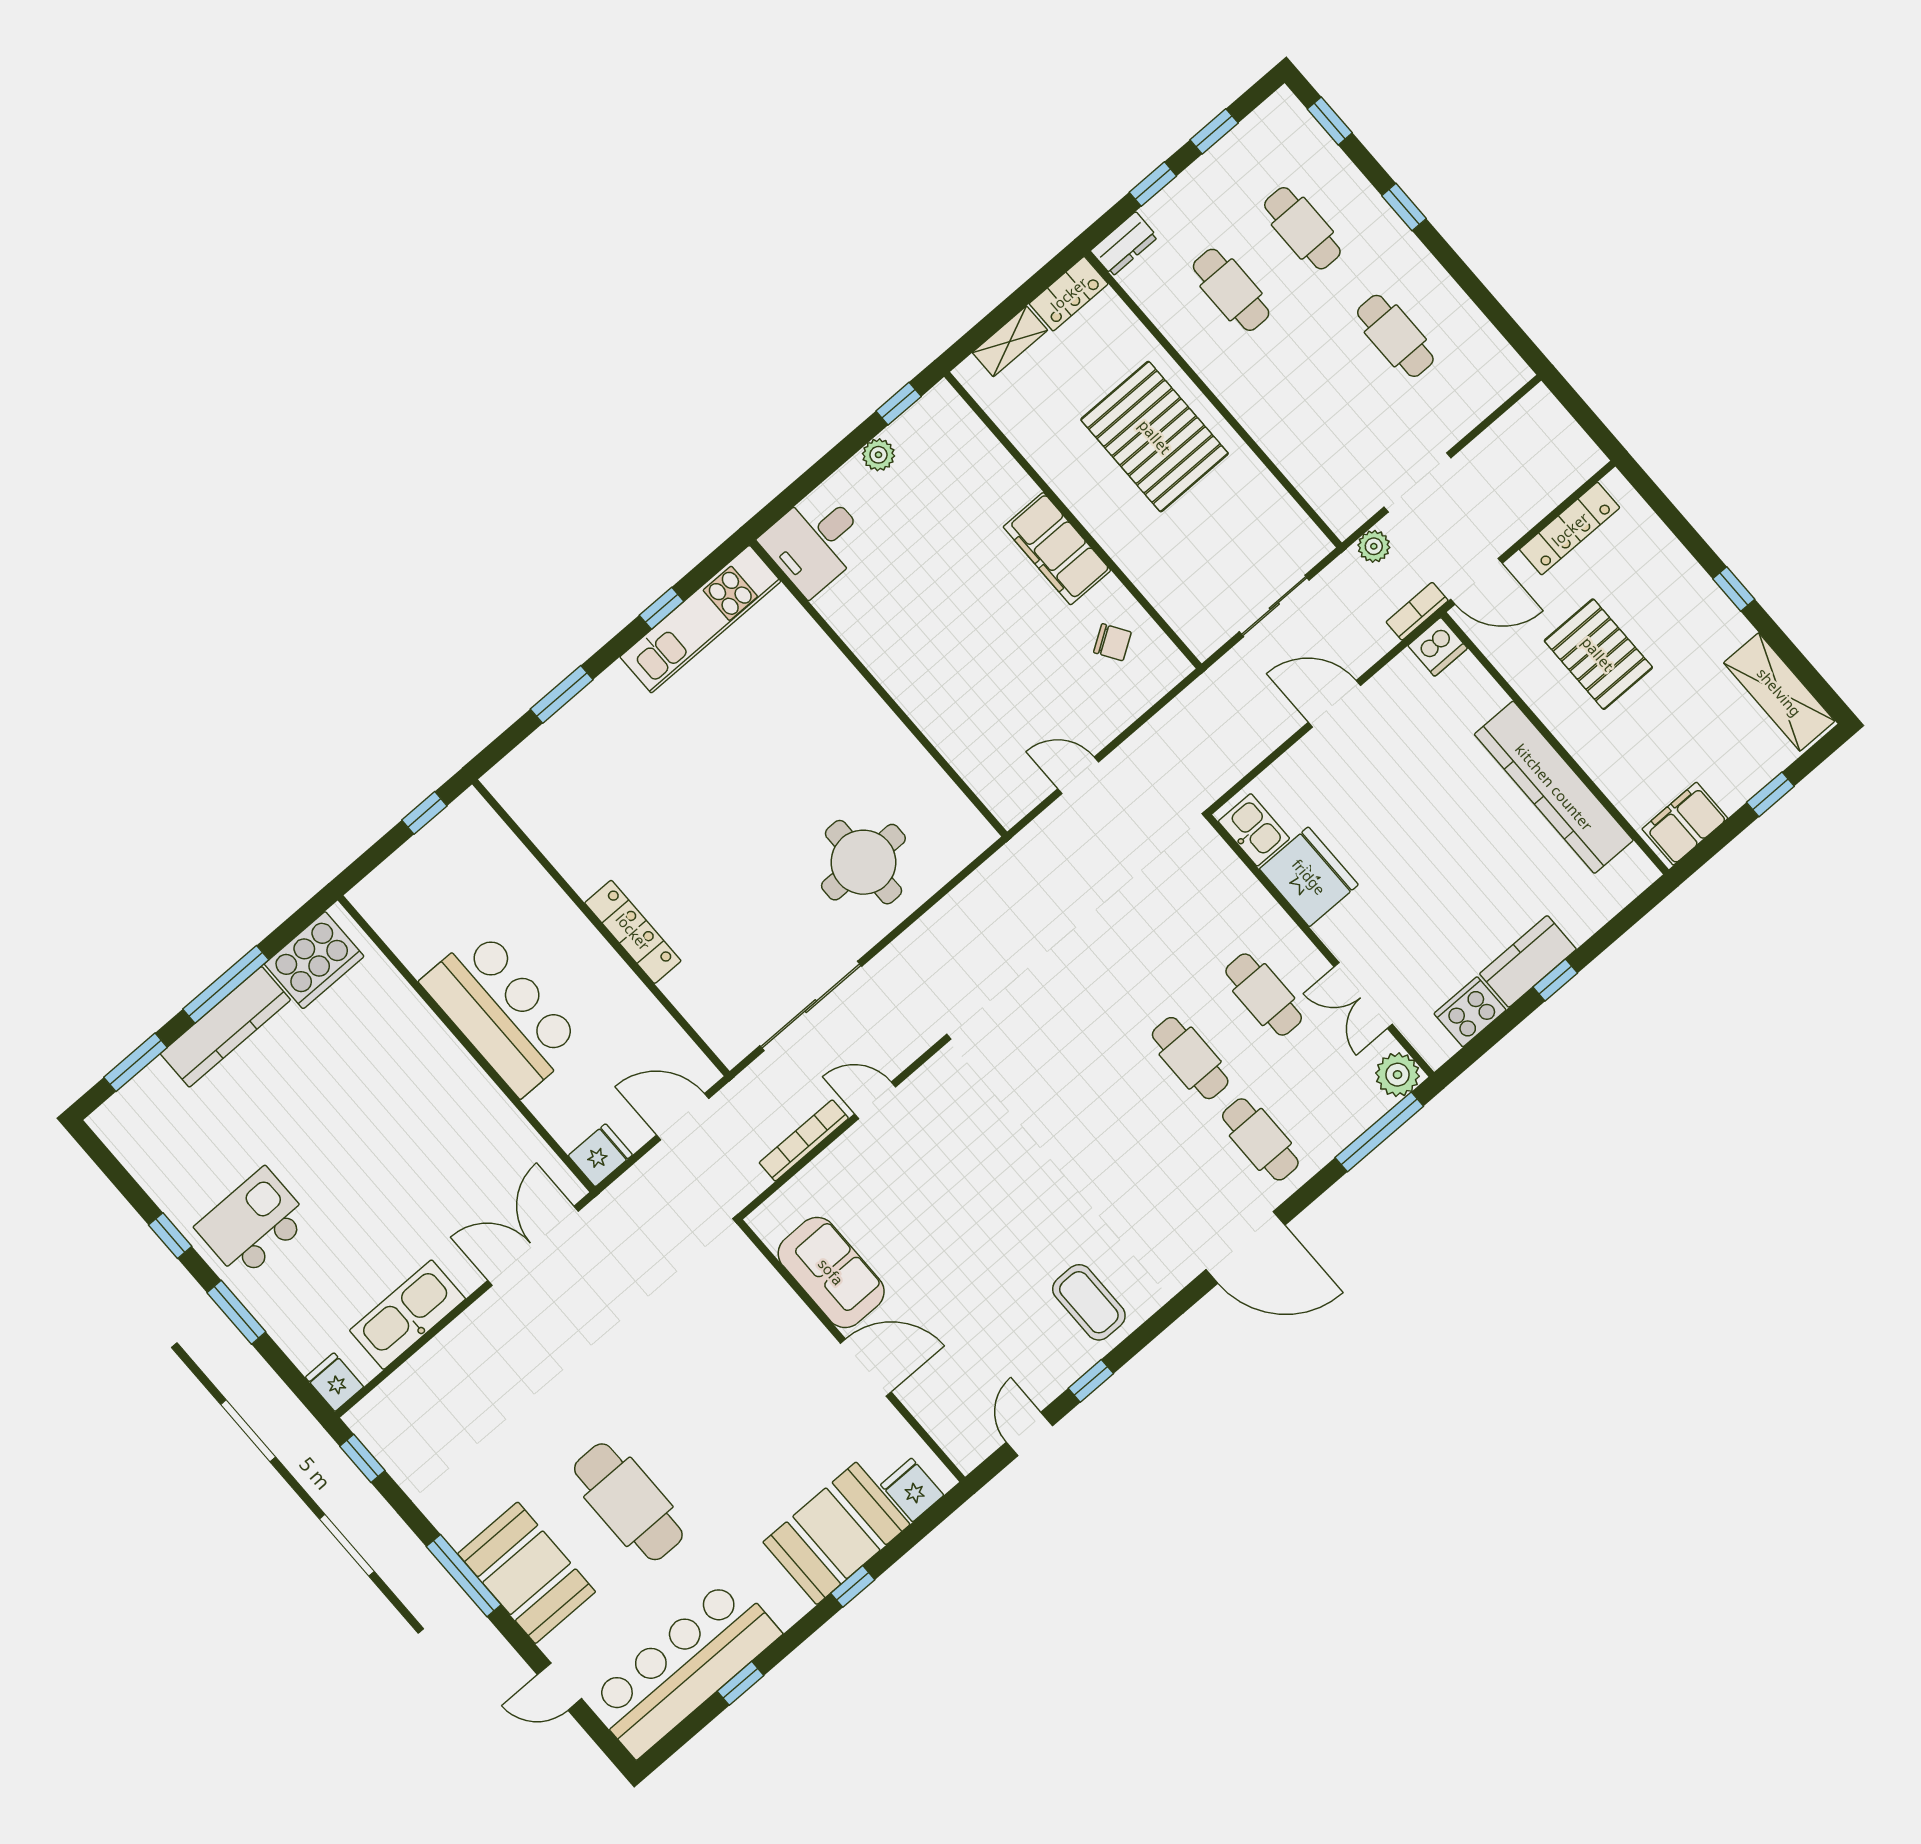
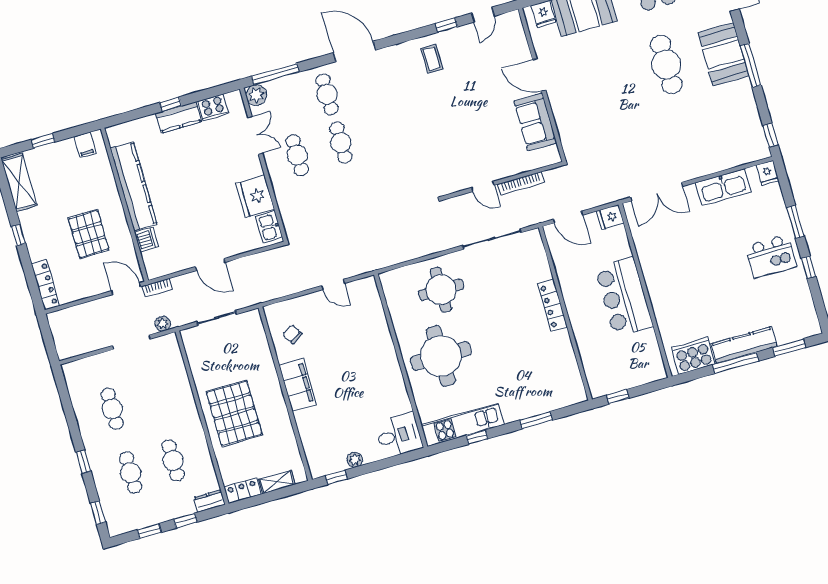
locker: (1570, 529) -> (46, 285), moved, turned 90
dishwasher: (1438, 647) -> (146, 240), moved, turned 90
round table: (805, 733) -> (441, 356), added
filing cabinet: (1685, 824) -> (85, 145), width x0.50
coffee table: (1089, 1302) -> (432, 59), width x0.73, depth x0.77

